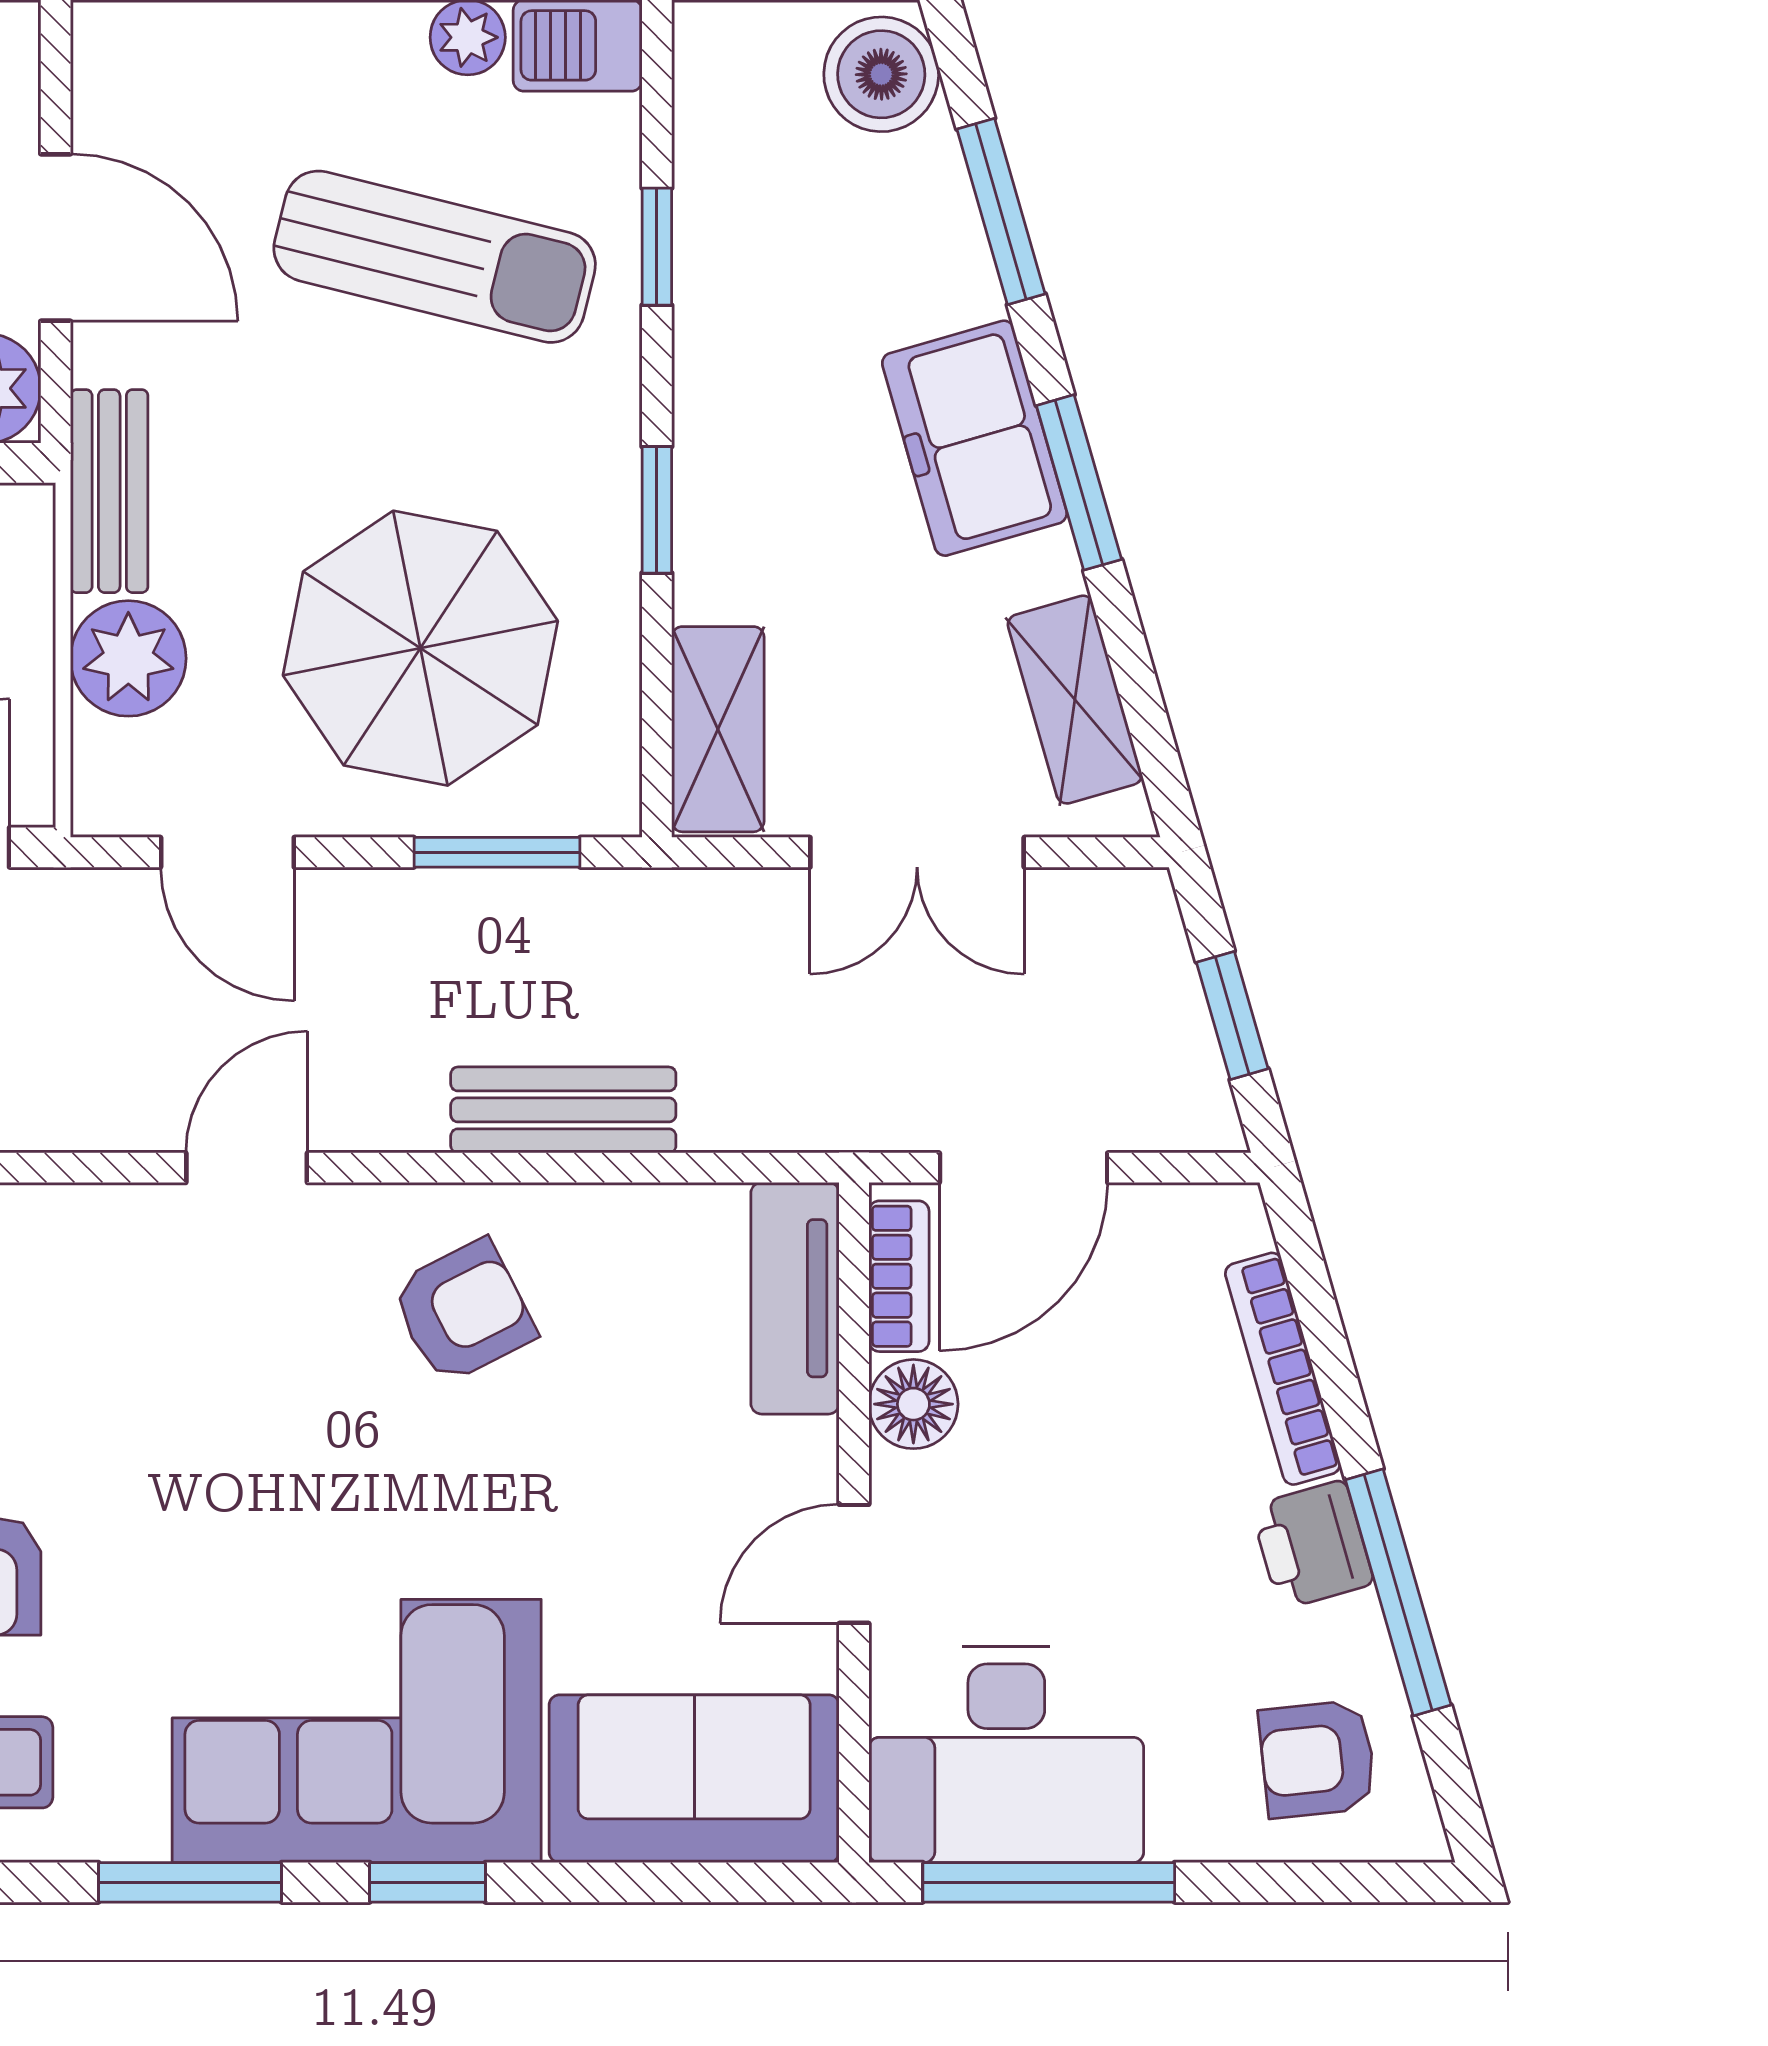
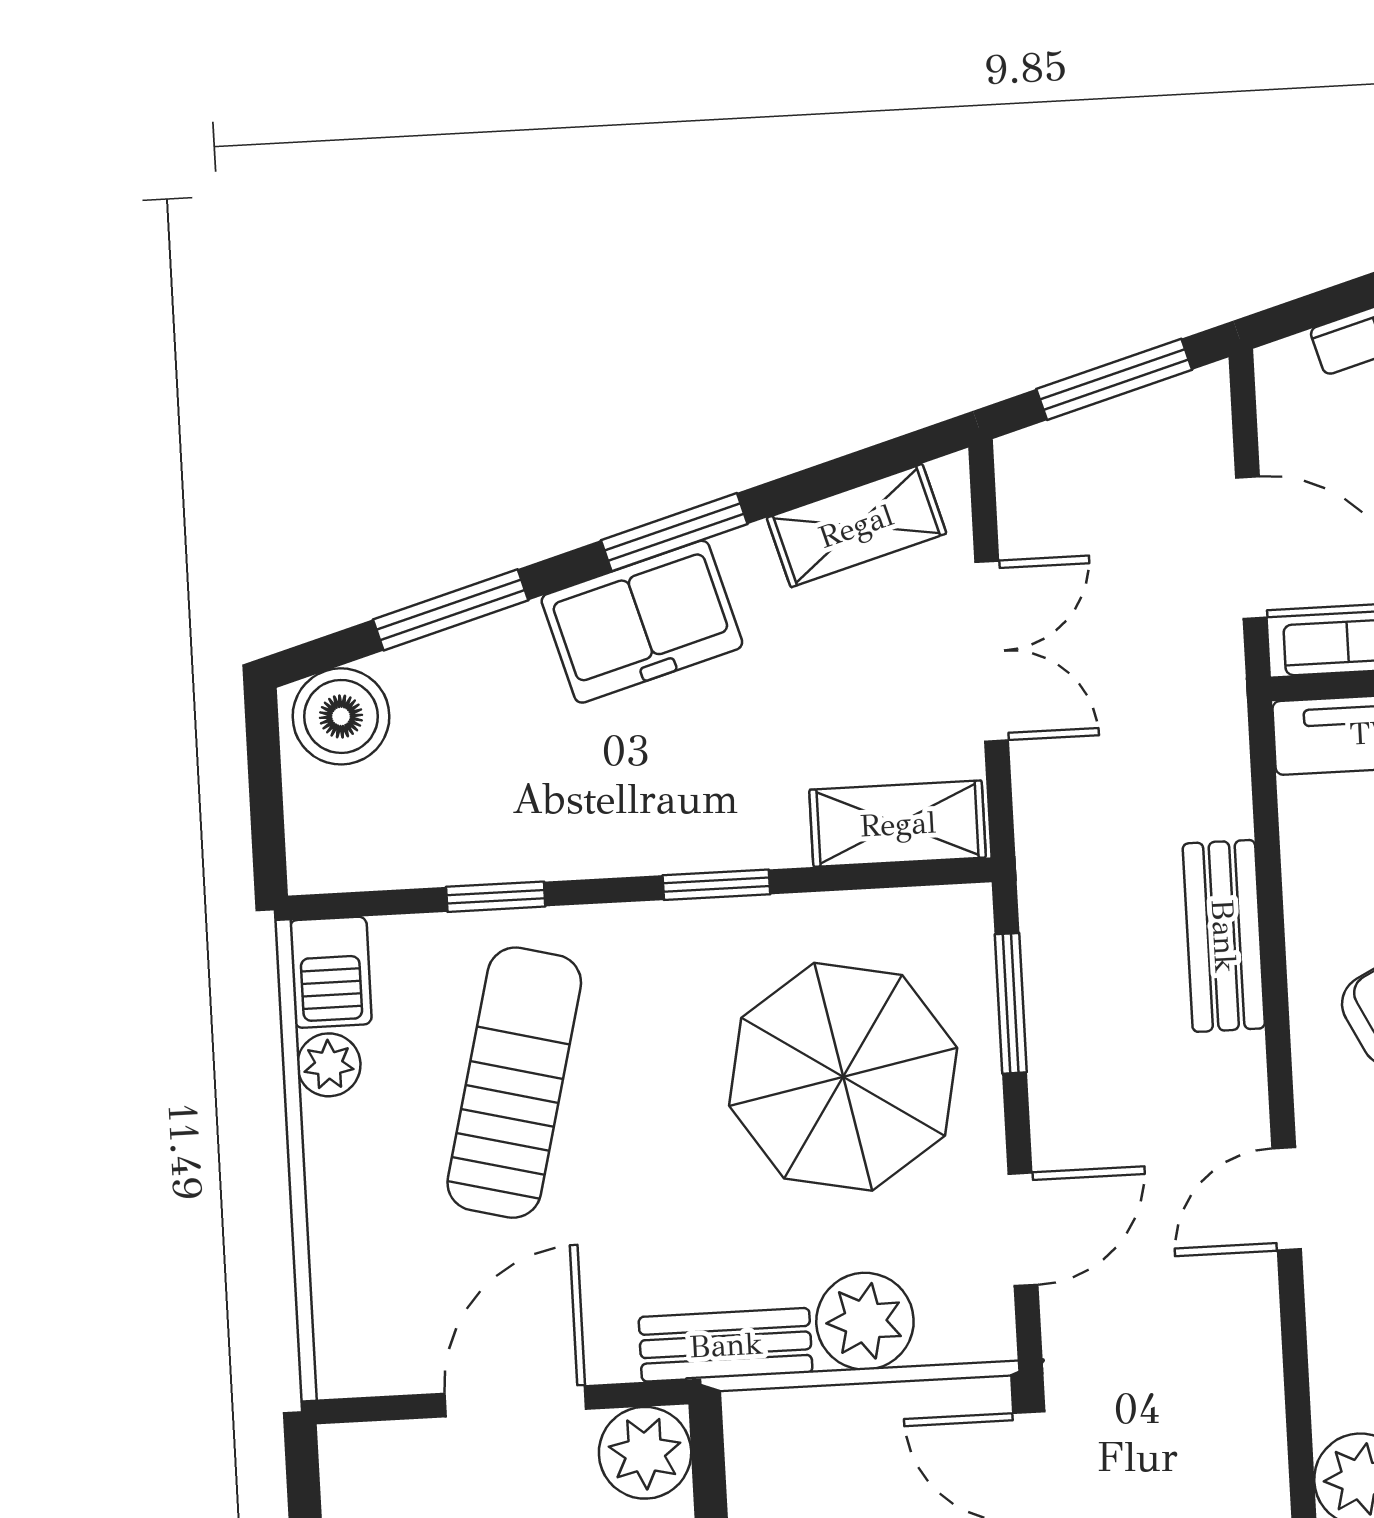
window: (1232, 1015) -> (1114, 379), width x1.50
door: (247, 1168) -> (1287, 1199), hinge flipped

